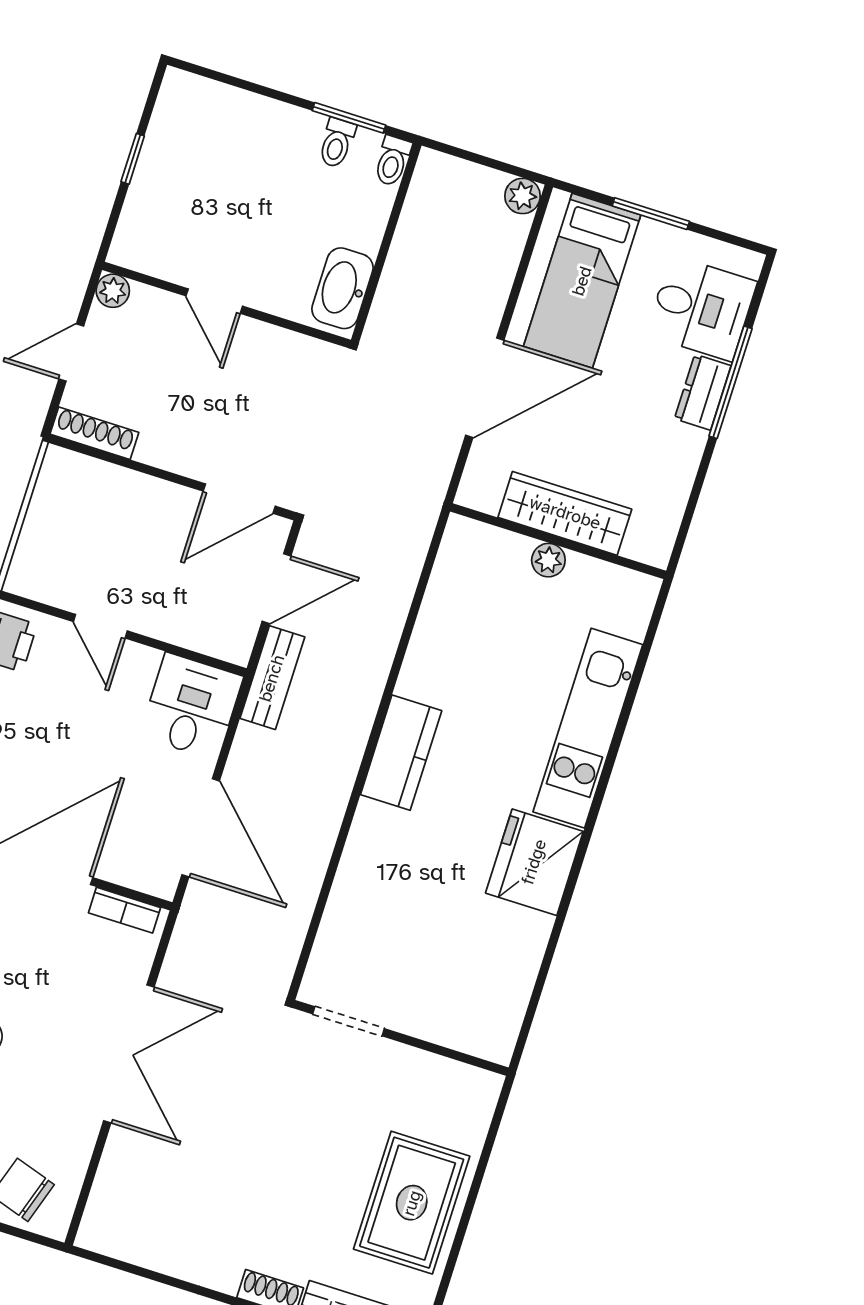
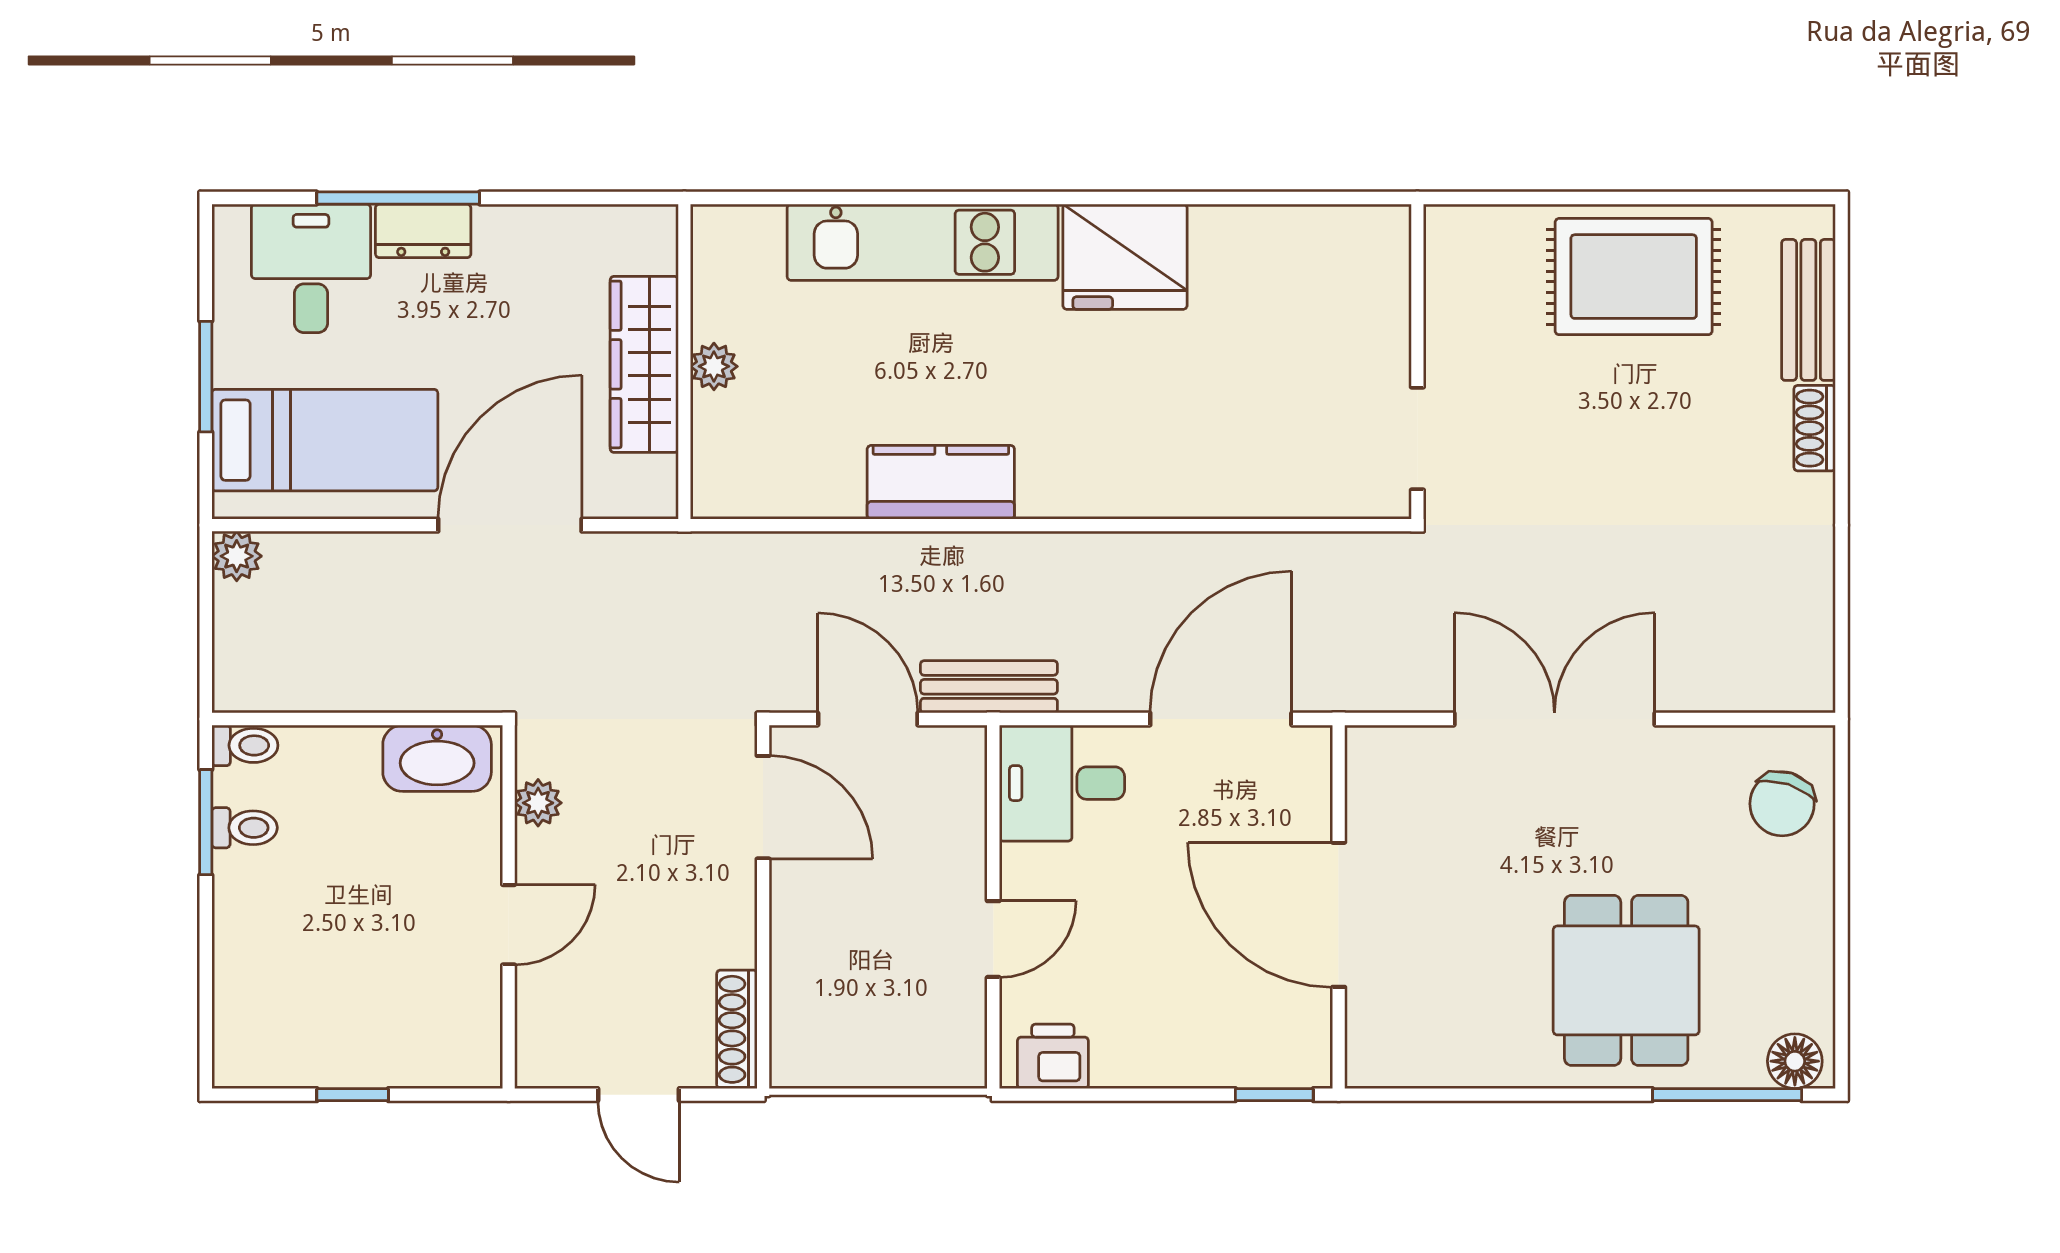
plant: (113, 291) -> (538, 803), moved
door: (485, 388) -> (510, 525), hinge flipped
kitchen counter: (401, 753) -> (941, 482), moved
bookcase: (124, 910) -> (1364, 786), removed

